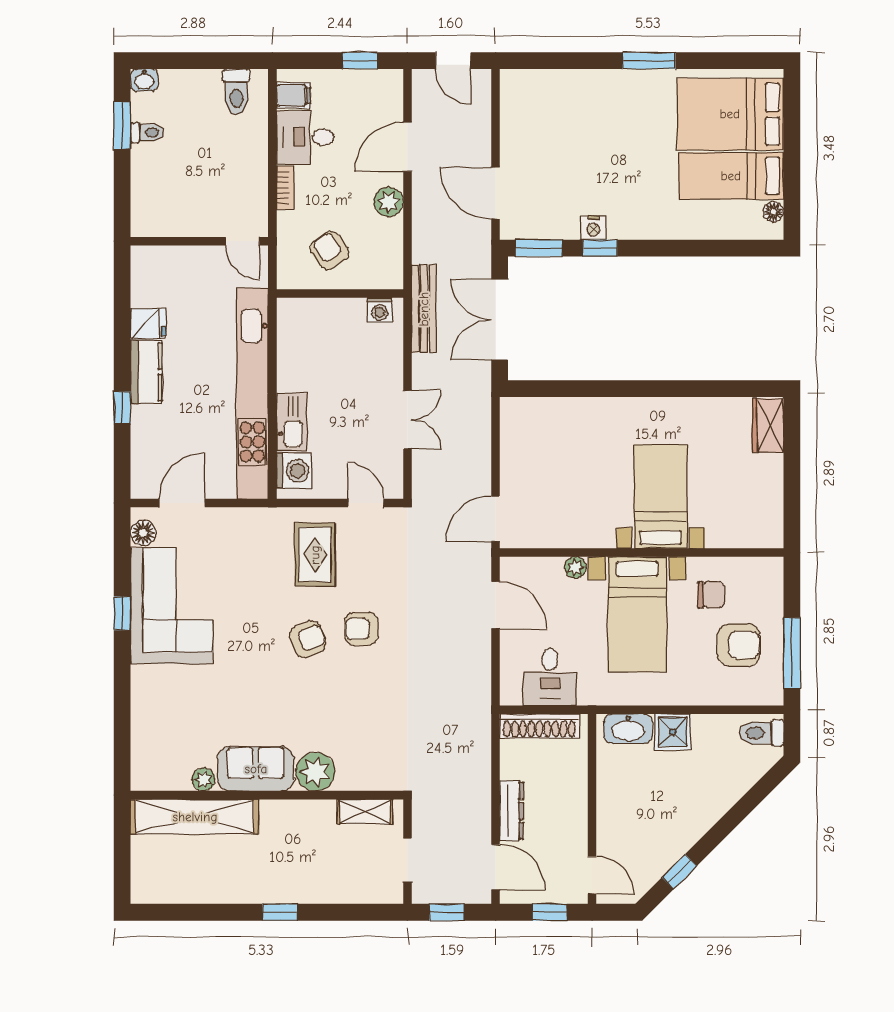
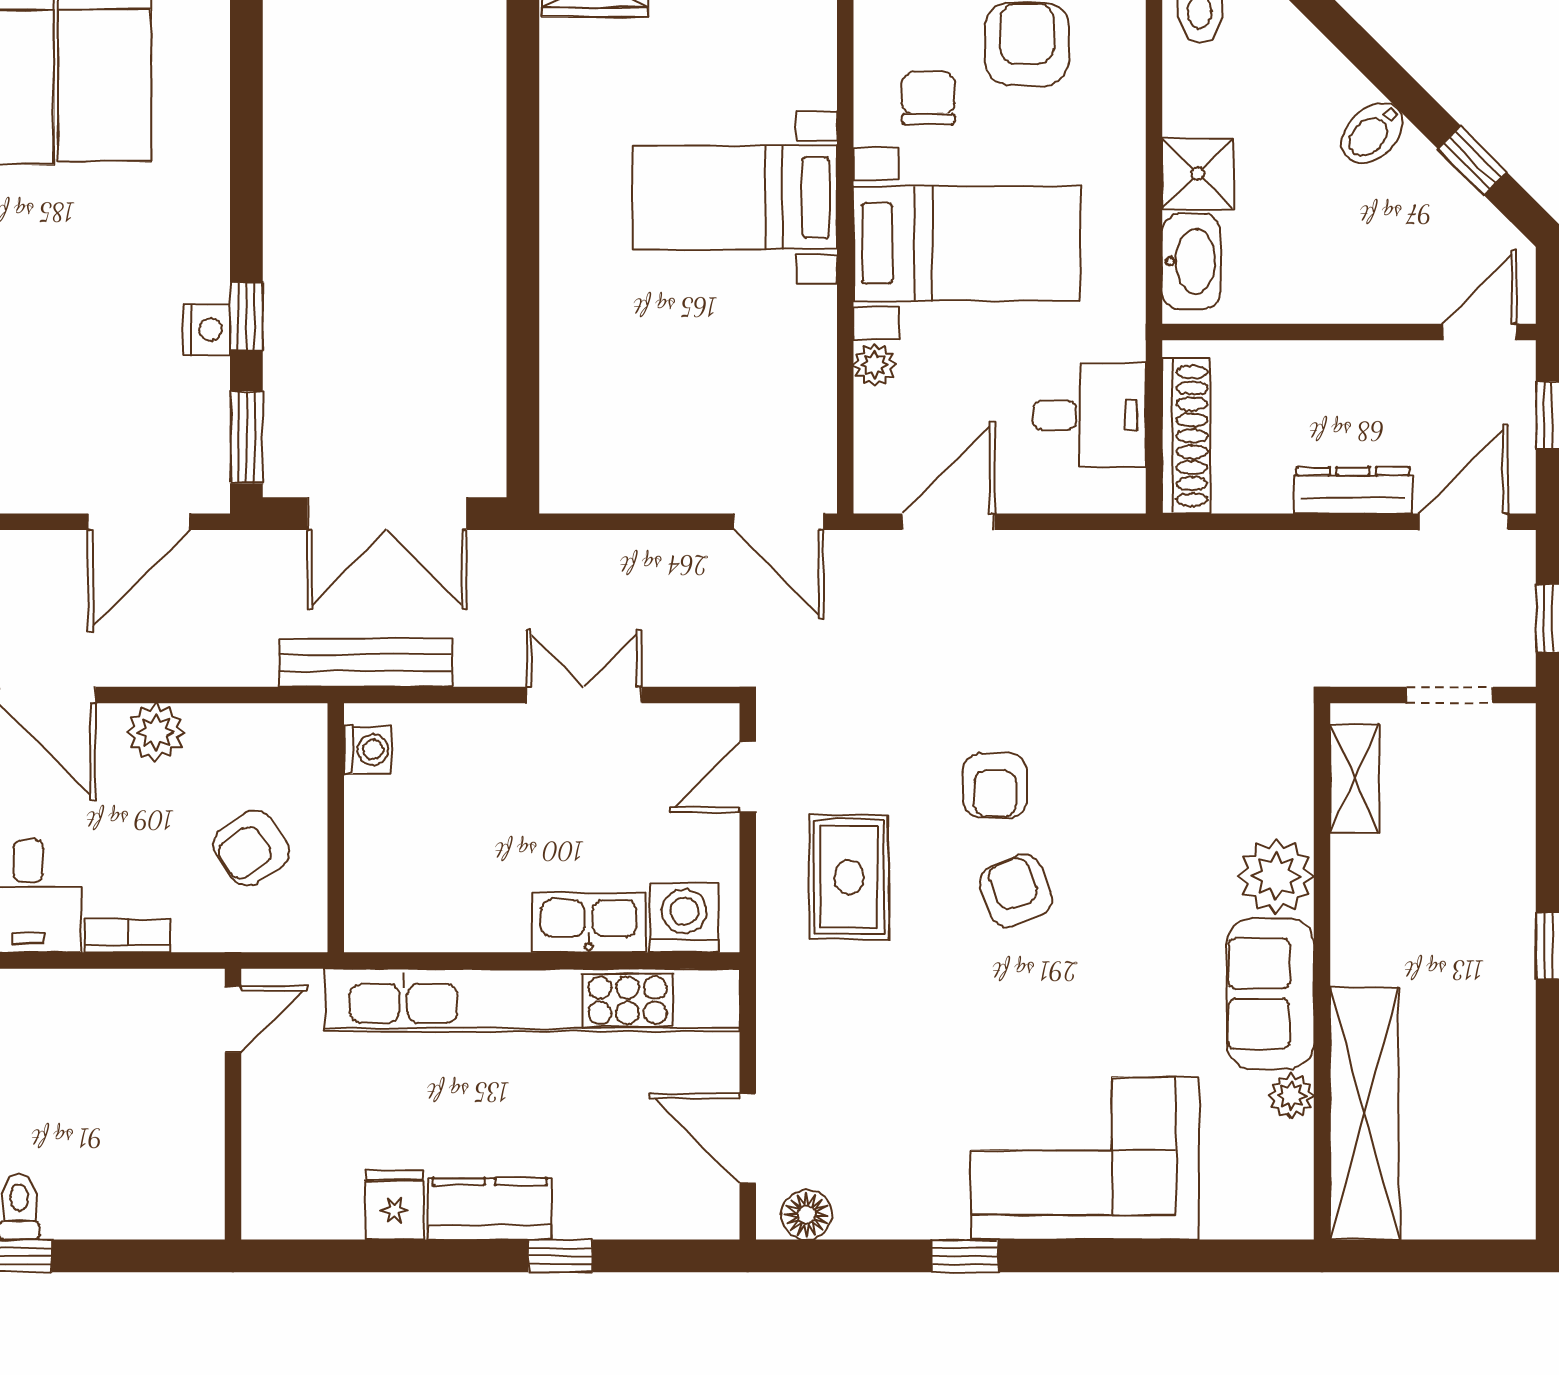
rug: (315, 555) -> (849, 877), turned 90
corner sofa: (172, 606) -> (1085, 1158), moved
bidet: (693, 821) -> (1372, 133), added

